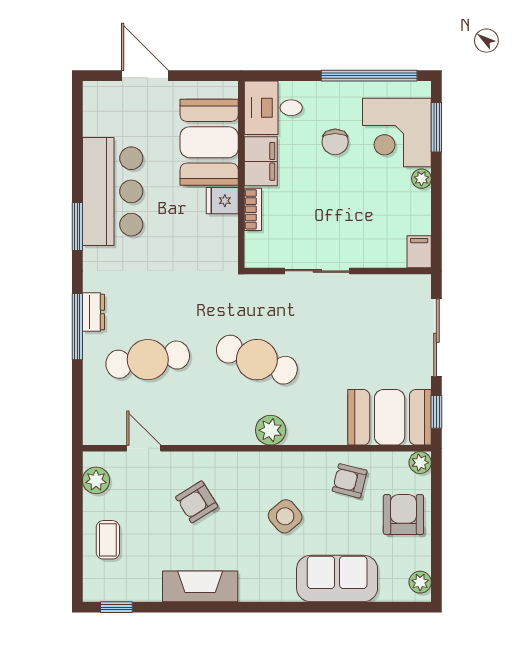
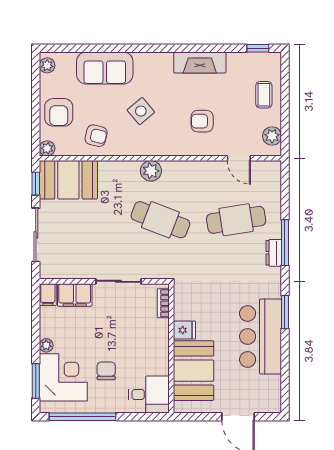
filing cabinet: (261, 161) -> (75, 295), moved, turned -90
bookcase: (253, 209) -> (163, 303), moved
armchair: (197, 502) -> (202, 121), turned -148

